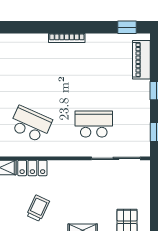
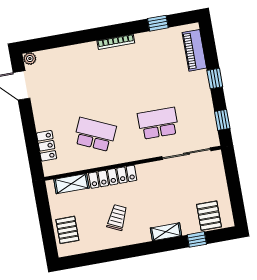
window: (127, 27) -> (158, 23), moved
locker: (32, 168) -> (113, 177), width x1.53

